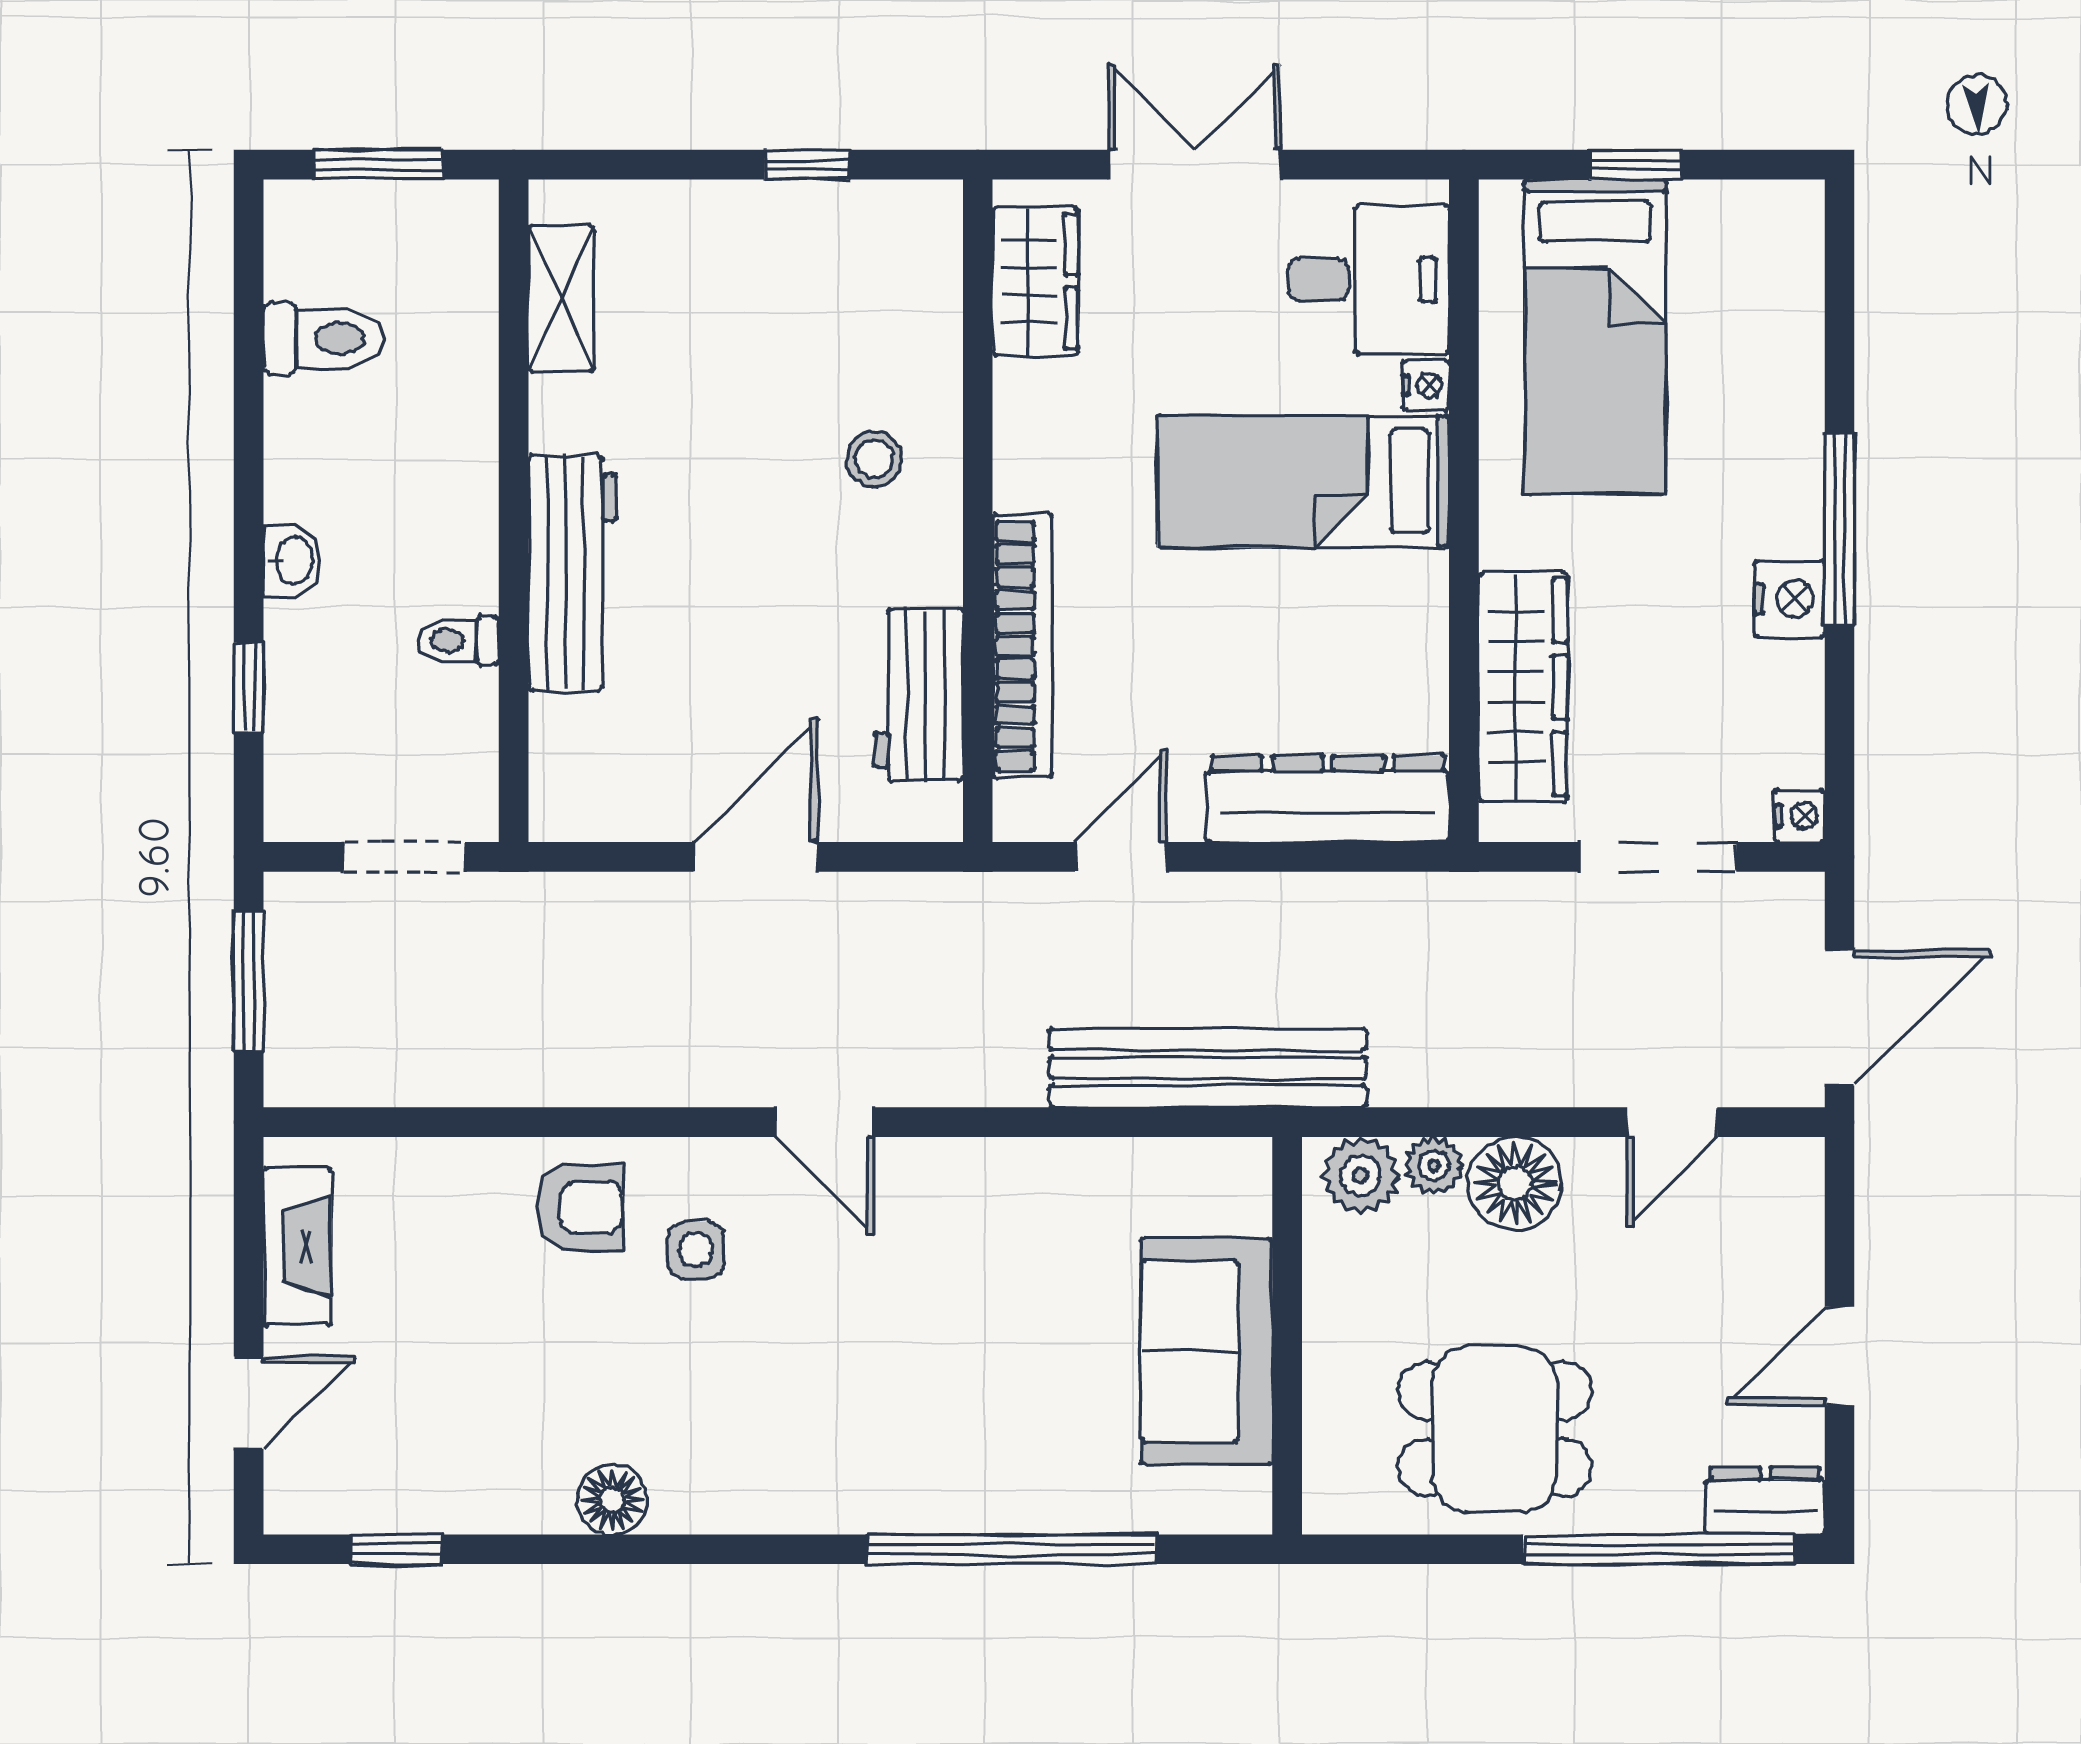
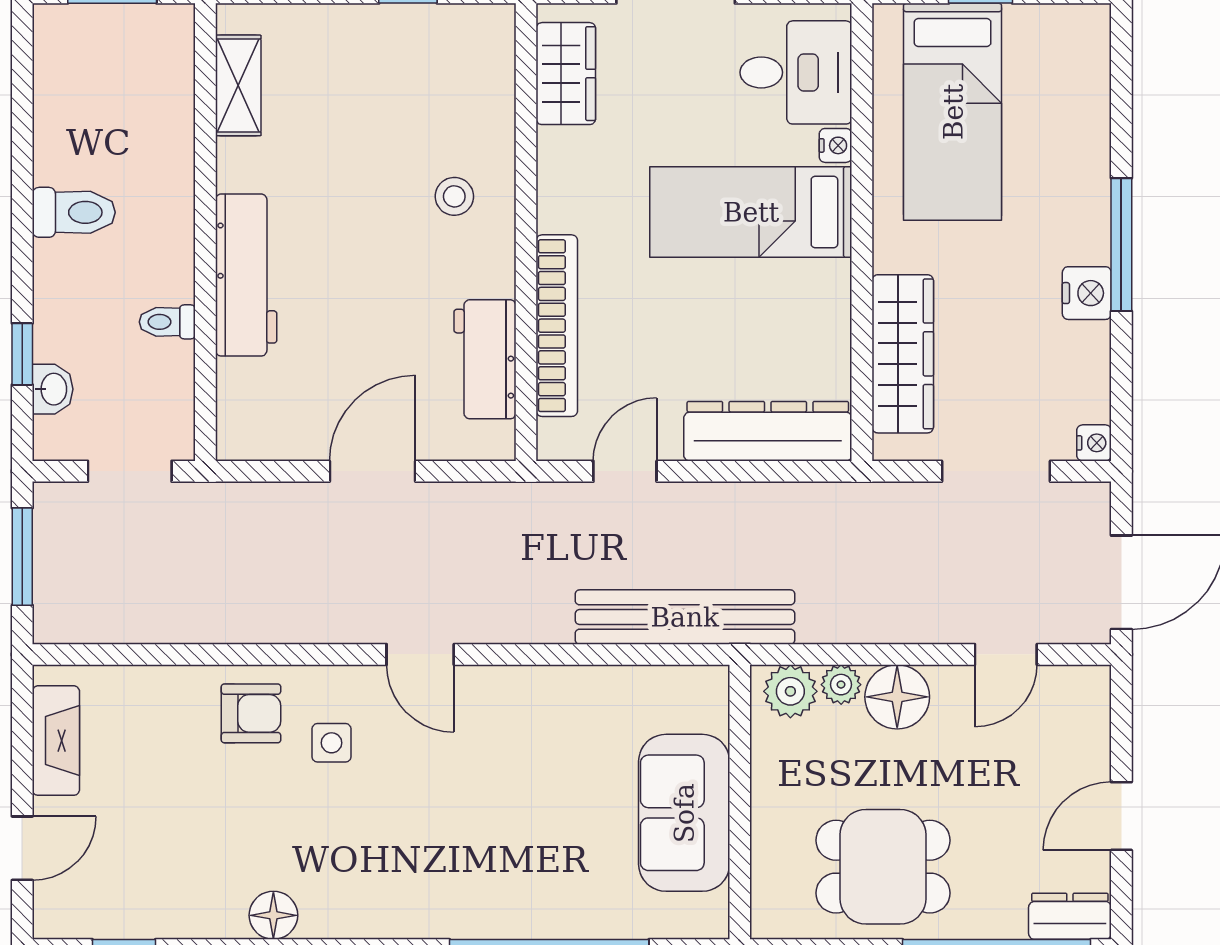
toilet: (323, 339) -> (74, 212), moved
washbasin: (293, 561) -> (53, 389), moved

